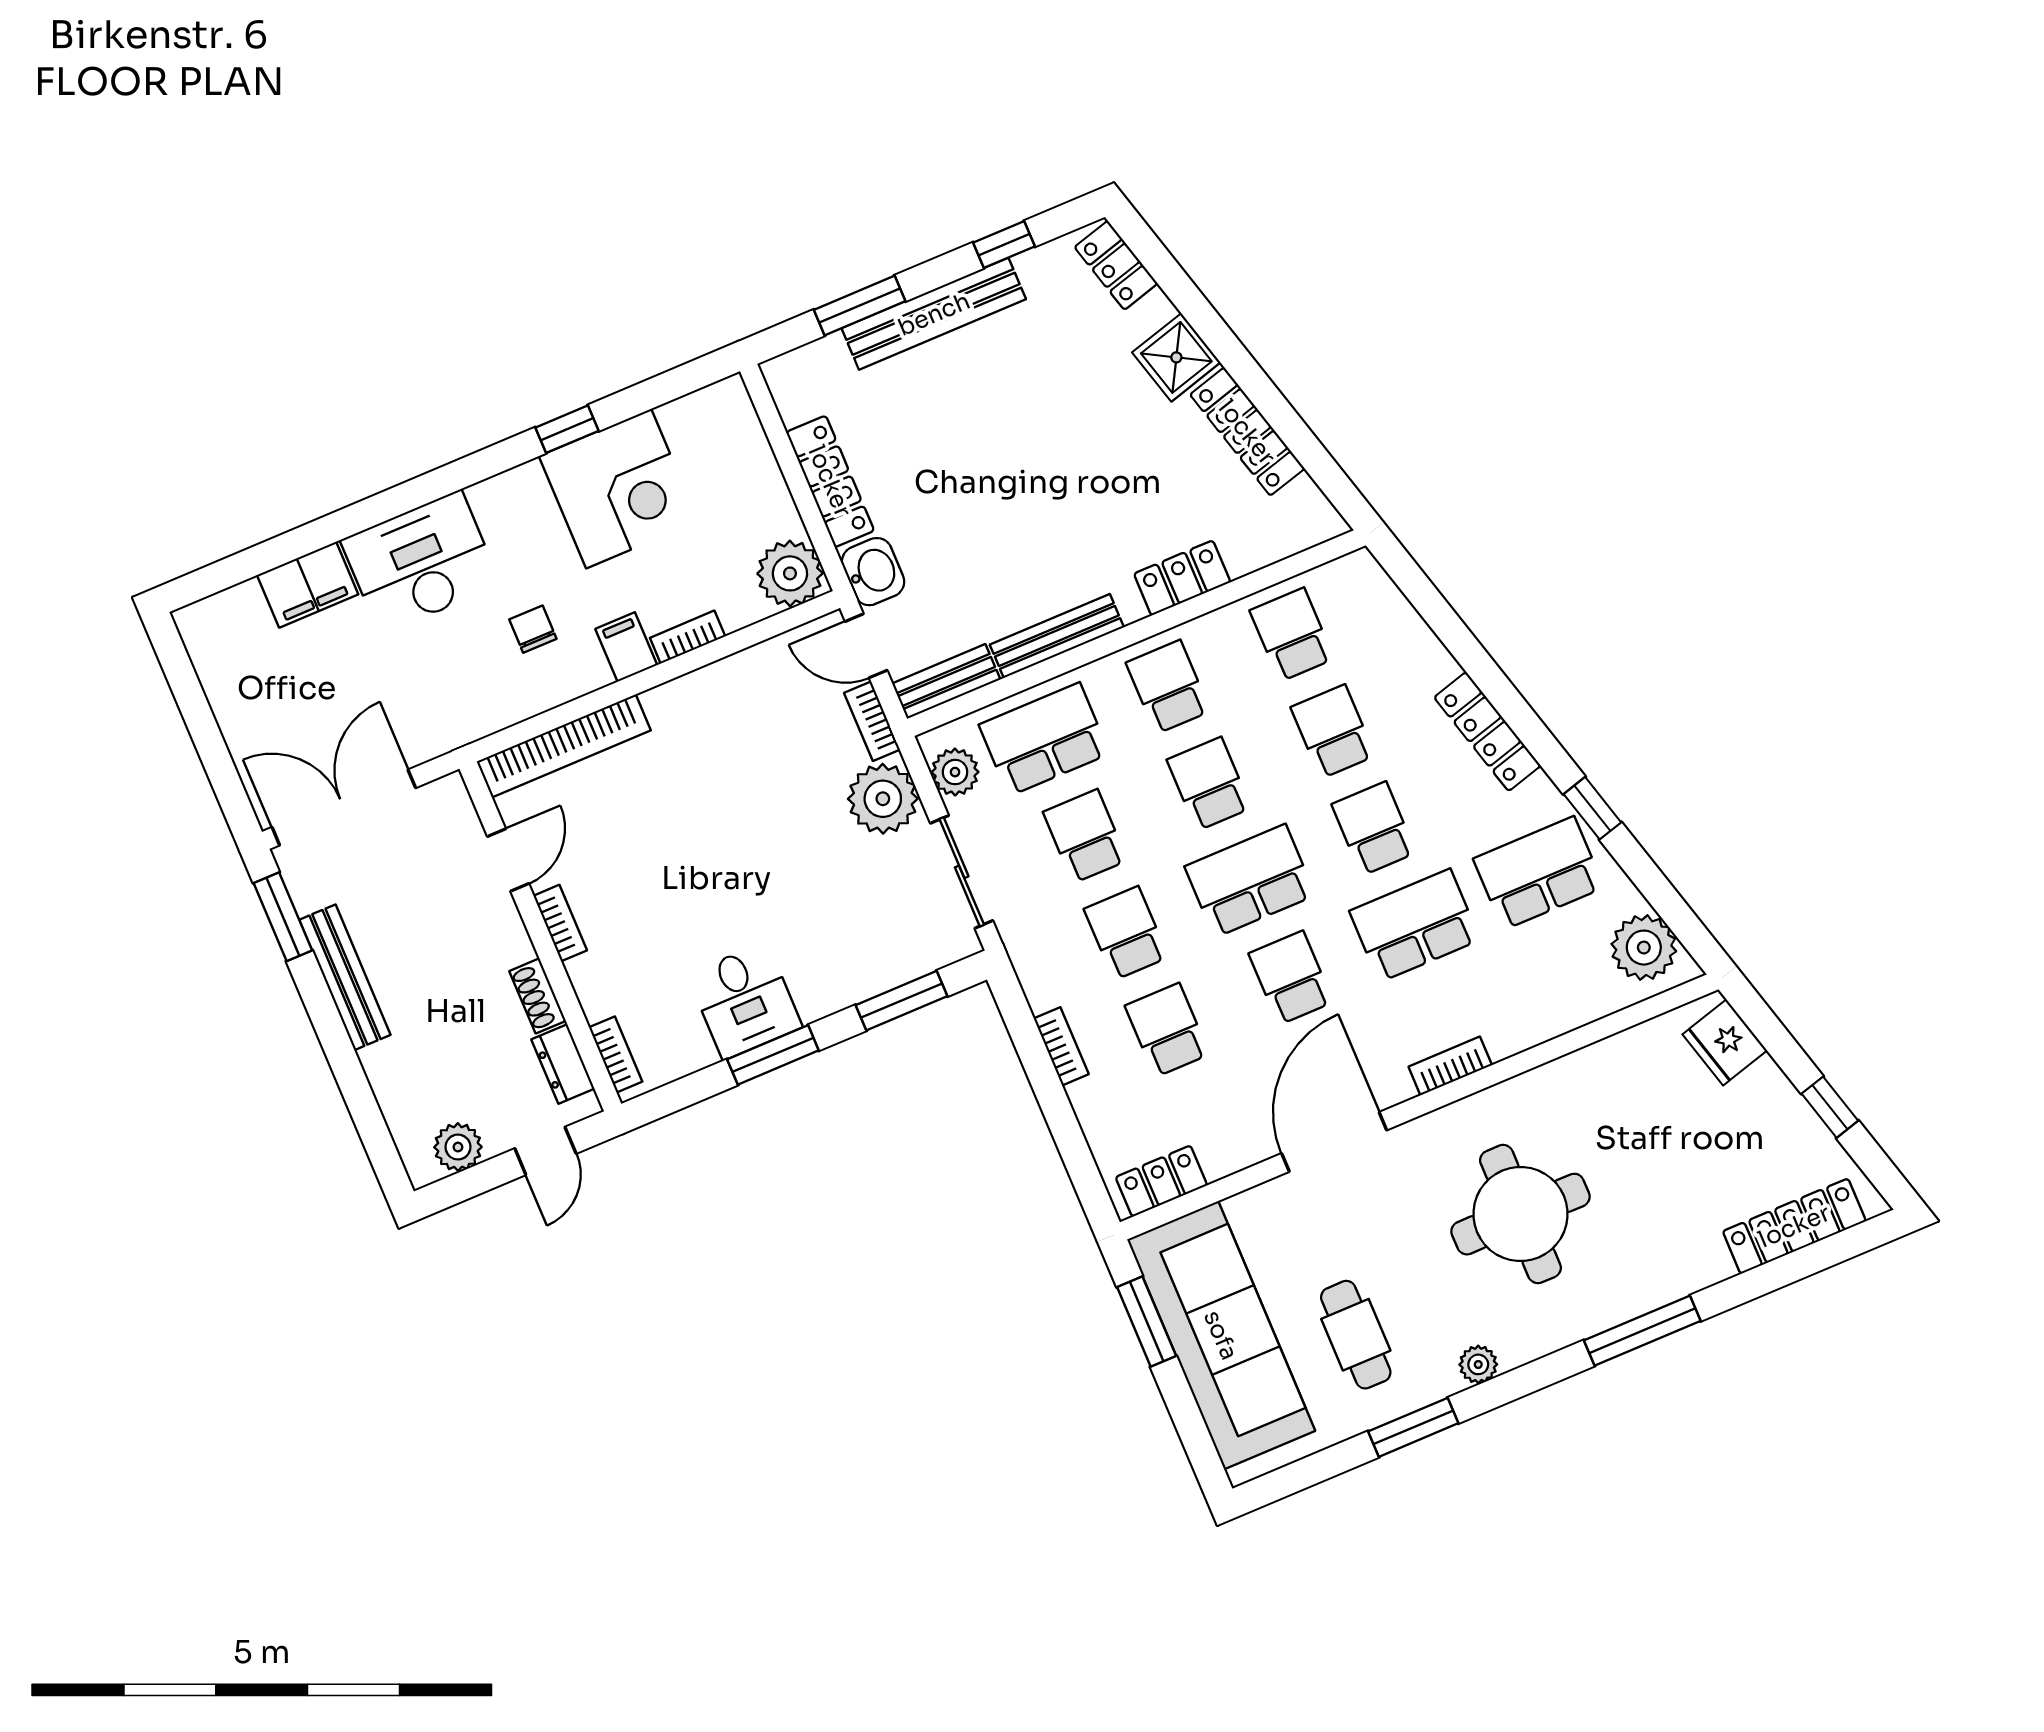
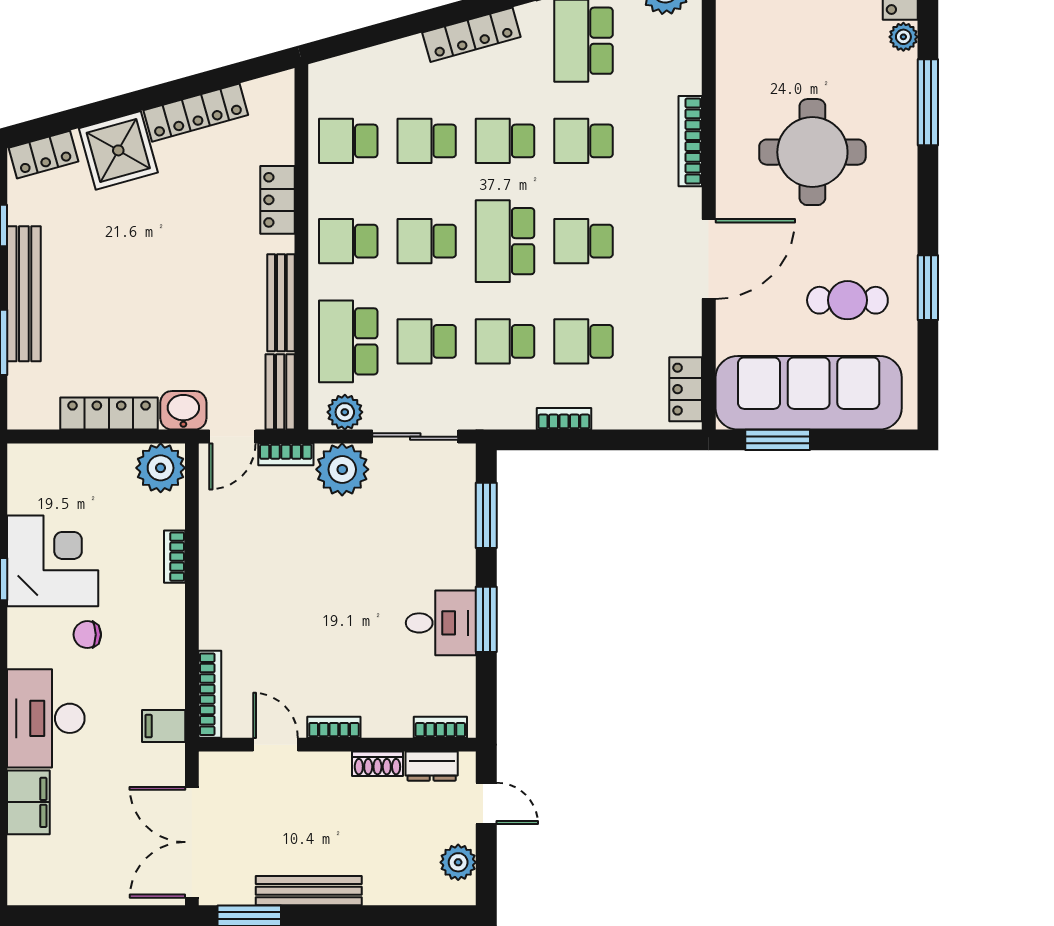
shower: (1176, 357) -> (118, 150), width x1.36, depth x1.36
chair: (533, 629) -> (87, 635), moved
filing cabinet: (626, 647) -> (164, 726), moved
bookcase: (564, 746) -> (210, 694), width x0.68, depth x0.76
school desk: (1415, 925) -> (584, 141), width x0.54
bookcase: (1450, 1066) -> (690, 141), width x1.56
door: (1334, 1142) -> (709, 259), swing flipped
plant: (1478, 1364) -> (903, 37), moved

